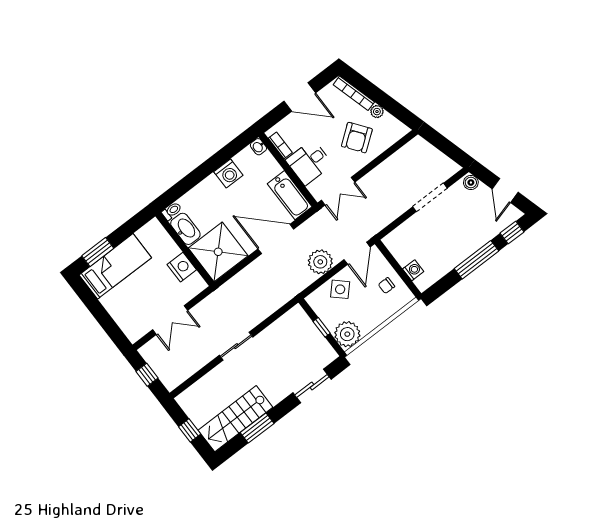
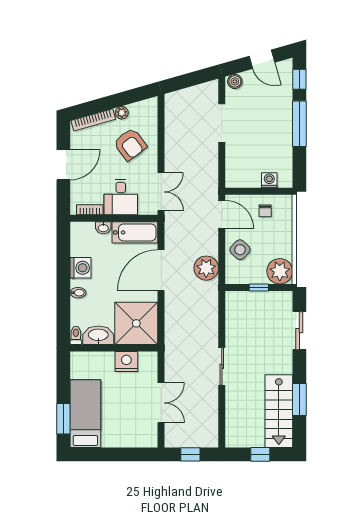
washbasin: (258, 147) -> (103, 228), moved
bidet: (207, 187) -> (78, 293), added
plant: (320, 262) -> (206, 268), moved

